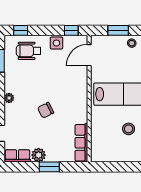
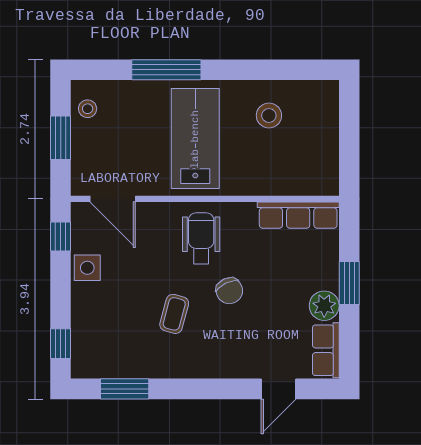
wheelchair: (28, 51) -> (201, 238), moved, turned 180
coffee table: (35, 84) -> (174, 314), added
plant: (9, 98) -> (204, 368), removed

